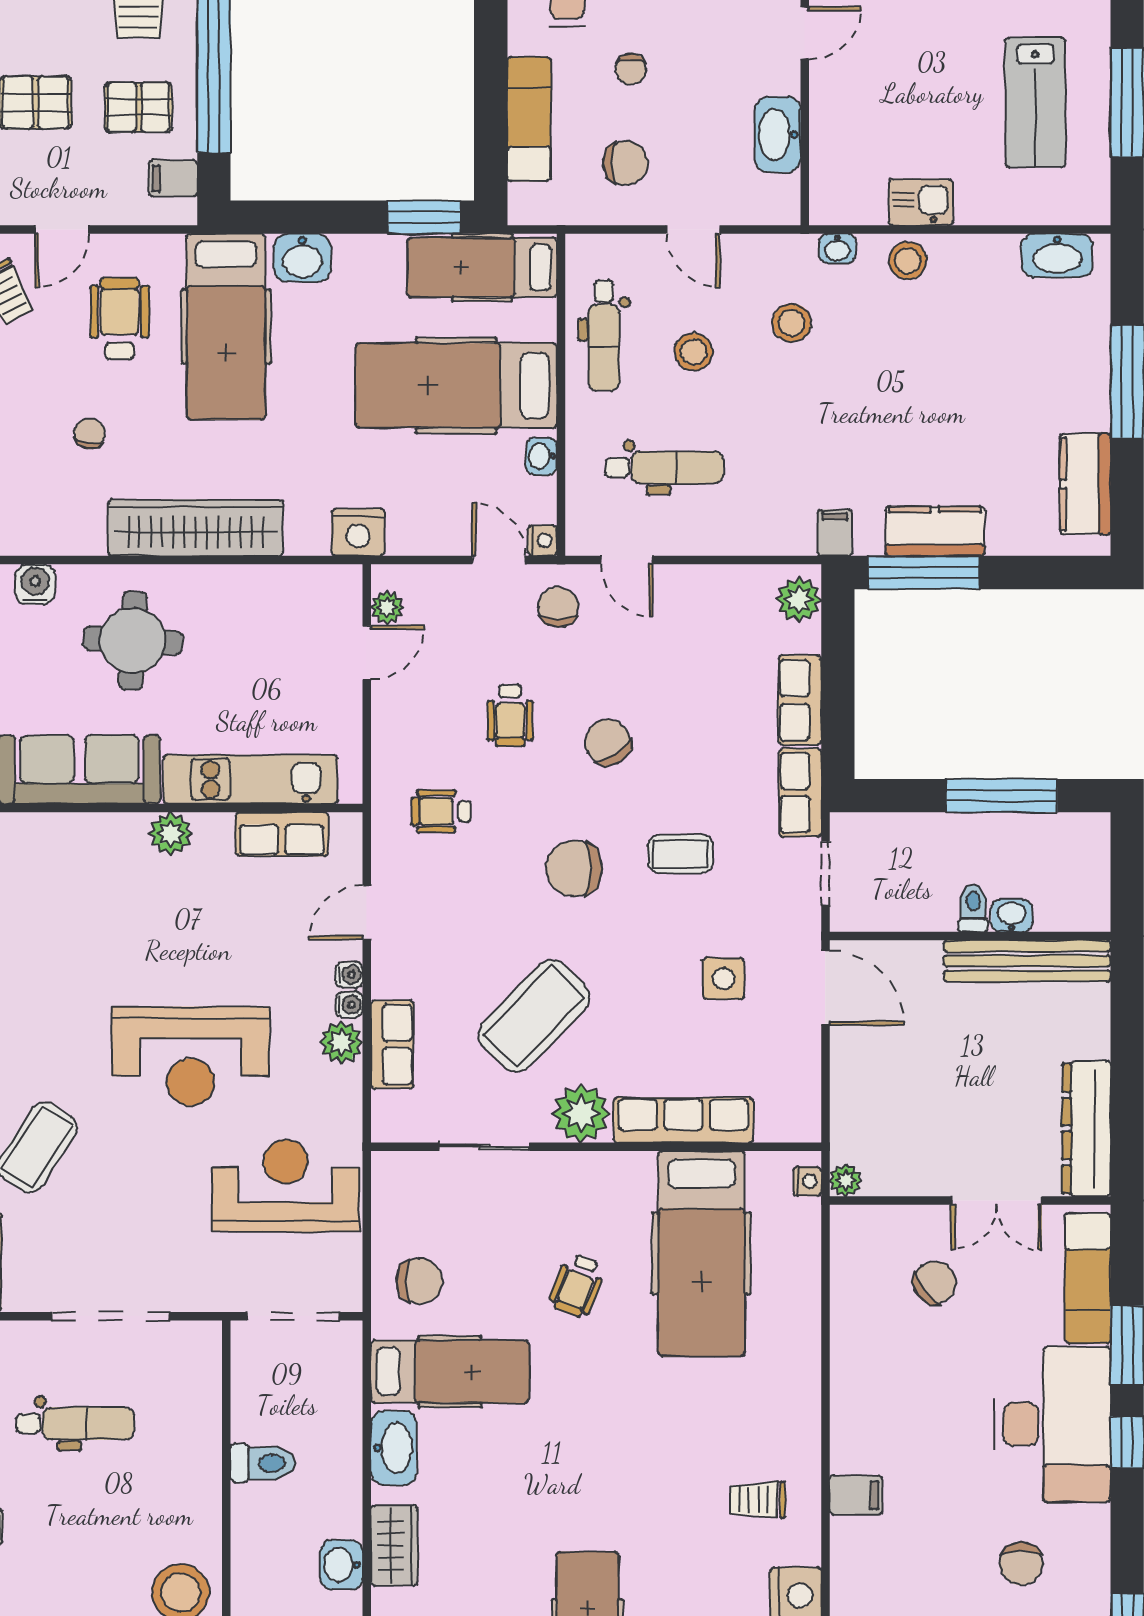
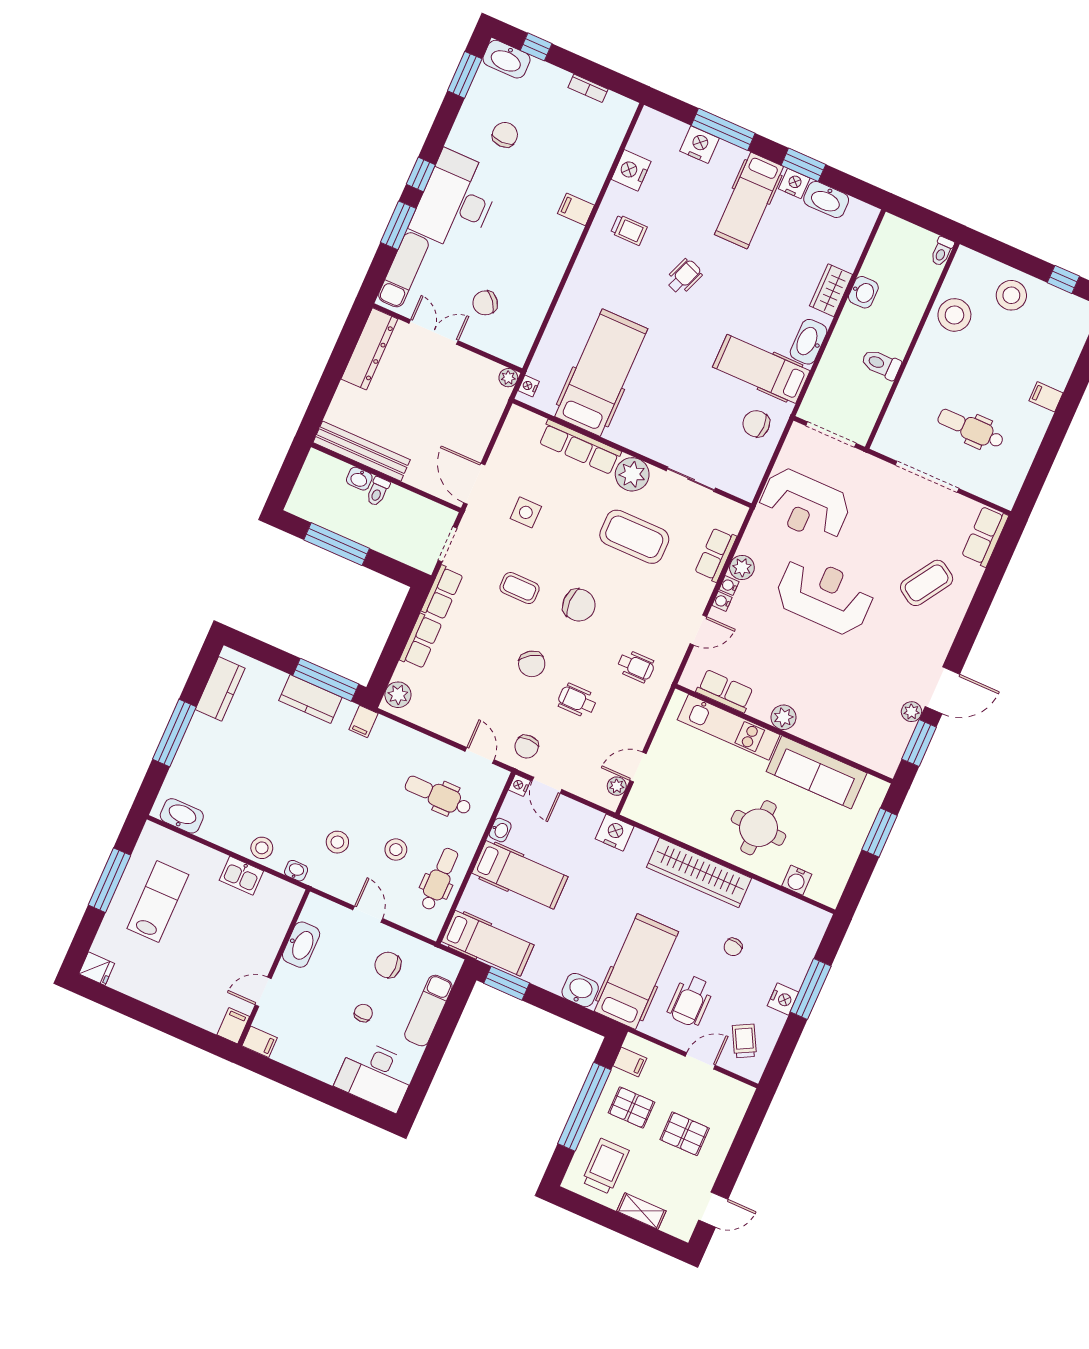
hospital bed: (456, 385) -> (520, 875), width x0.73, depth x0.78
wheelchair: (510, 716) -> (577, 701), turned -90
coffee table: (534, 1016) -> (634, 537), turned 46
wheelchair: (577, 1285) -> (684, 277), moved

